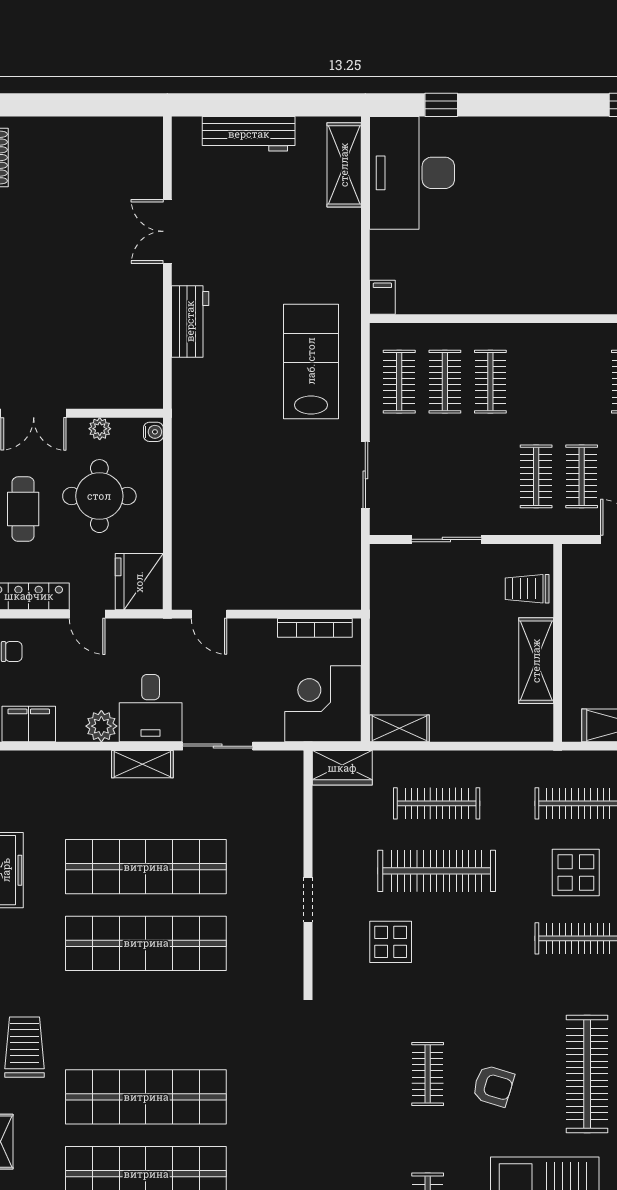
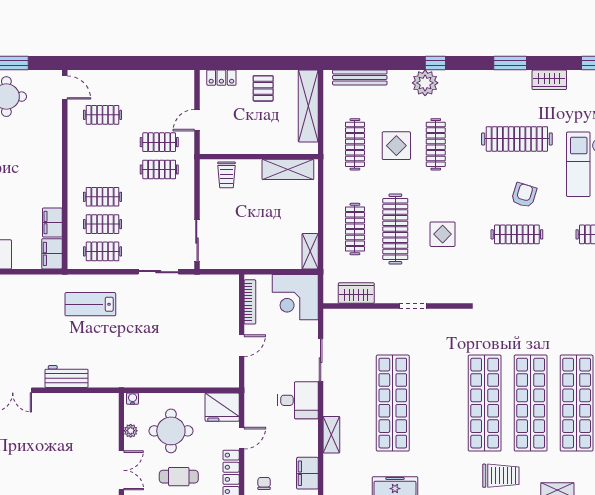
filing cabinet: (382, 297) -> (52, 254), width x2.00
filing cabinet: (447, 298) -> (52, 223), added
lab bench: (311, 361) -> (90, 304), width x0.73, depth x0.72
sliding door: (446, 539) -> (197, 241), moved
door: (209, 614) -> (242, 346), moved
shelving: (536, 661) -> (288, 169), moved
plant: (101, 726) -> (309, 430), removed
shelving: (142, 764) -> (331, 435), moved
wardrobe: (342, 768) -> (356, 293), moved, turned -90
display table: (391, 942) -> (443, 234), moved
shop shelf: (146, 943) -> (485, 403), moved
trolley: (25, 1047) -> (501, 476), turned 180
clothes rail: (428, 1074) -> (517, 234), width x1.36

